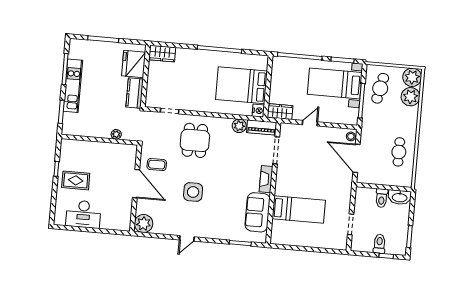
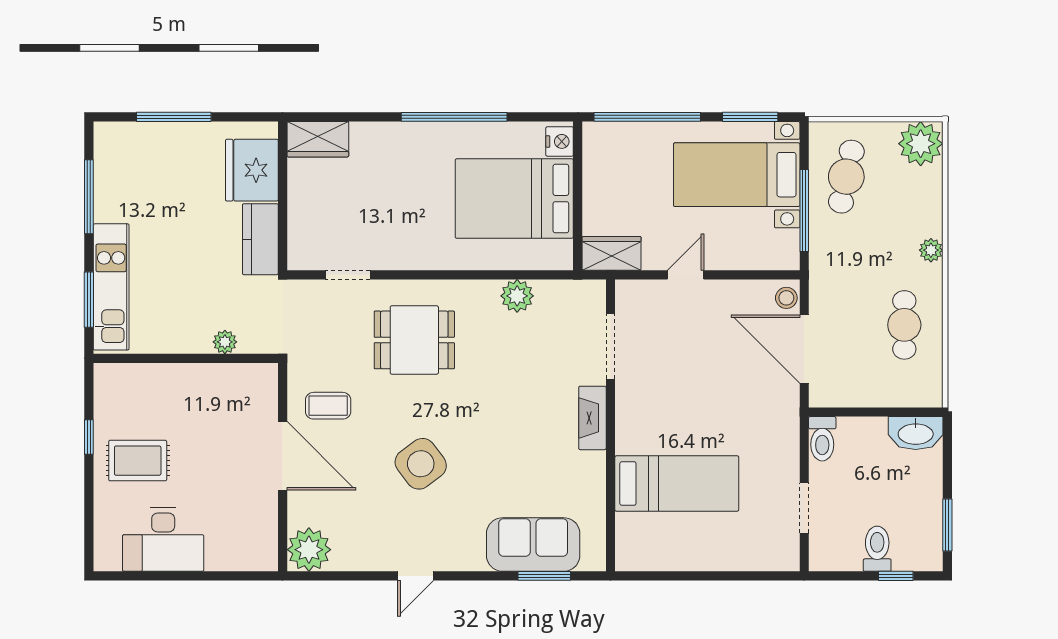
kitchen unit: (73, 86) -> (111, 287), moved
plant: (410, 97) -> (931, 250), moved, width x0.53, depth x0.53
nightstand: (258, 111) -> (560, 141), moved
piano: (262, 127) -> (571, 295), removed
dining table: (195, 140) -> (414, 340), turned 90
side table: (193, 192) -> (421, 464), turned -37
toilet: (382, 198) -> (822, 439), moved
sofa: (258, 212) -> (533, 545), moved, turned 90

